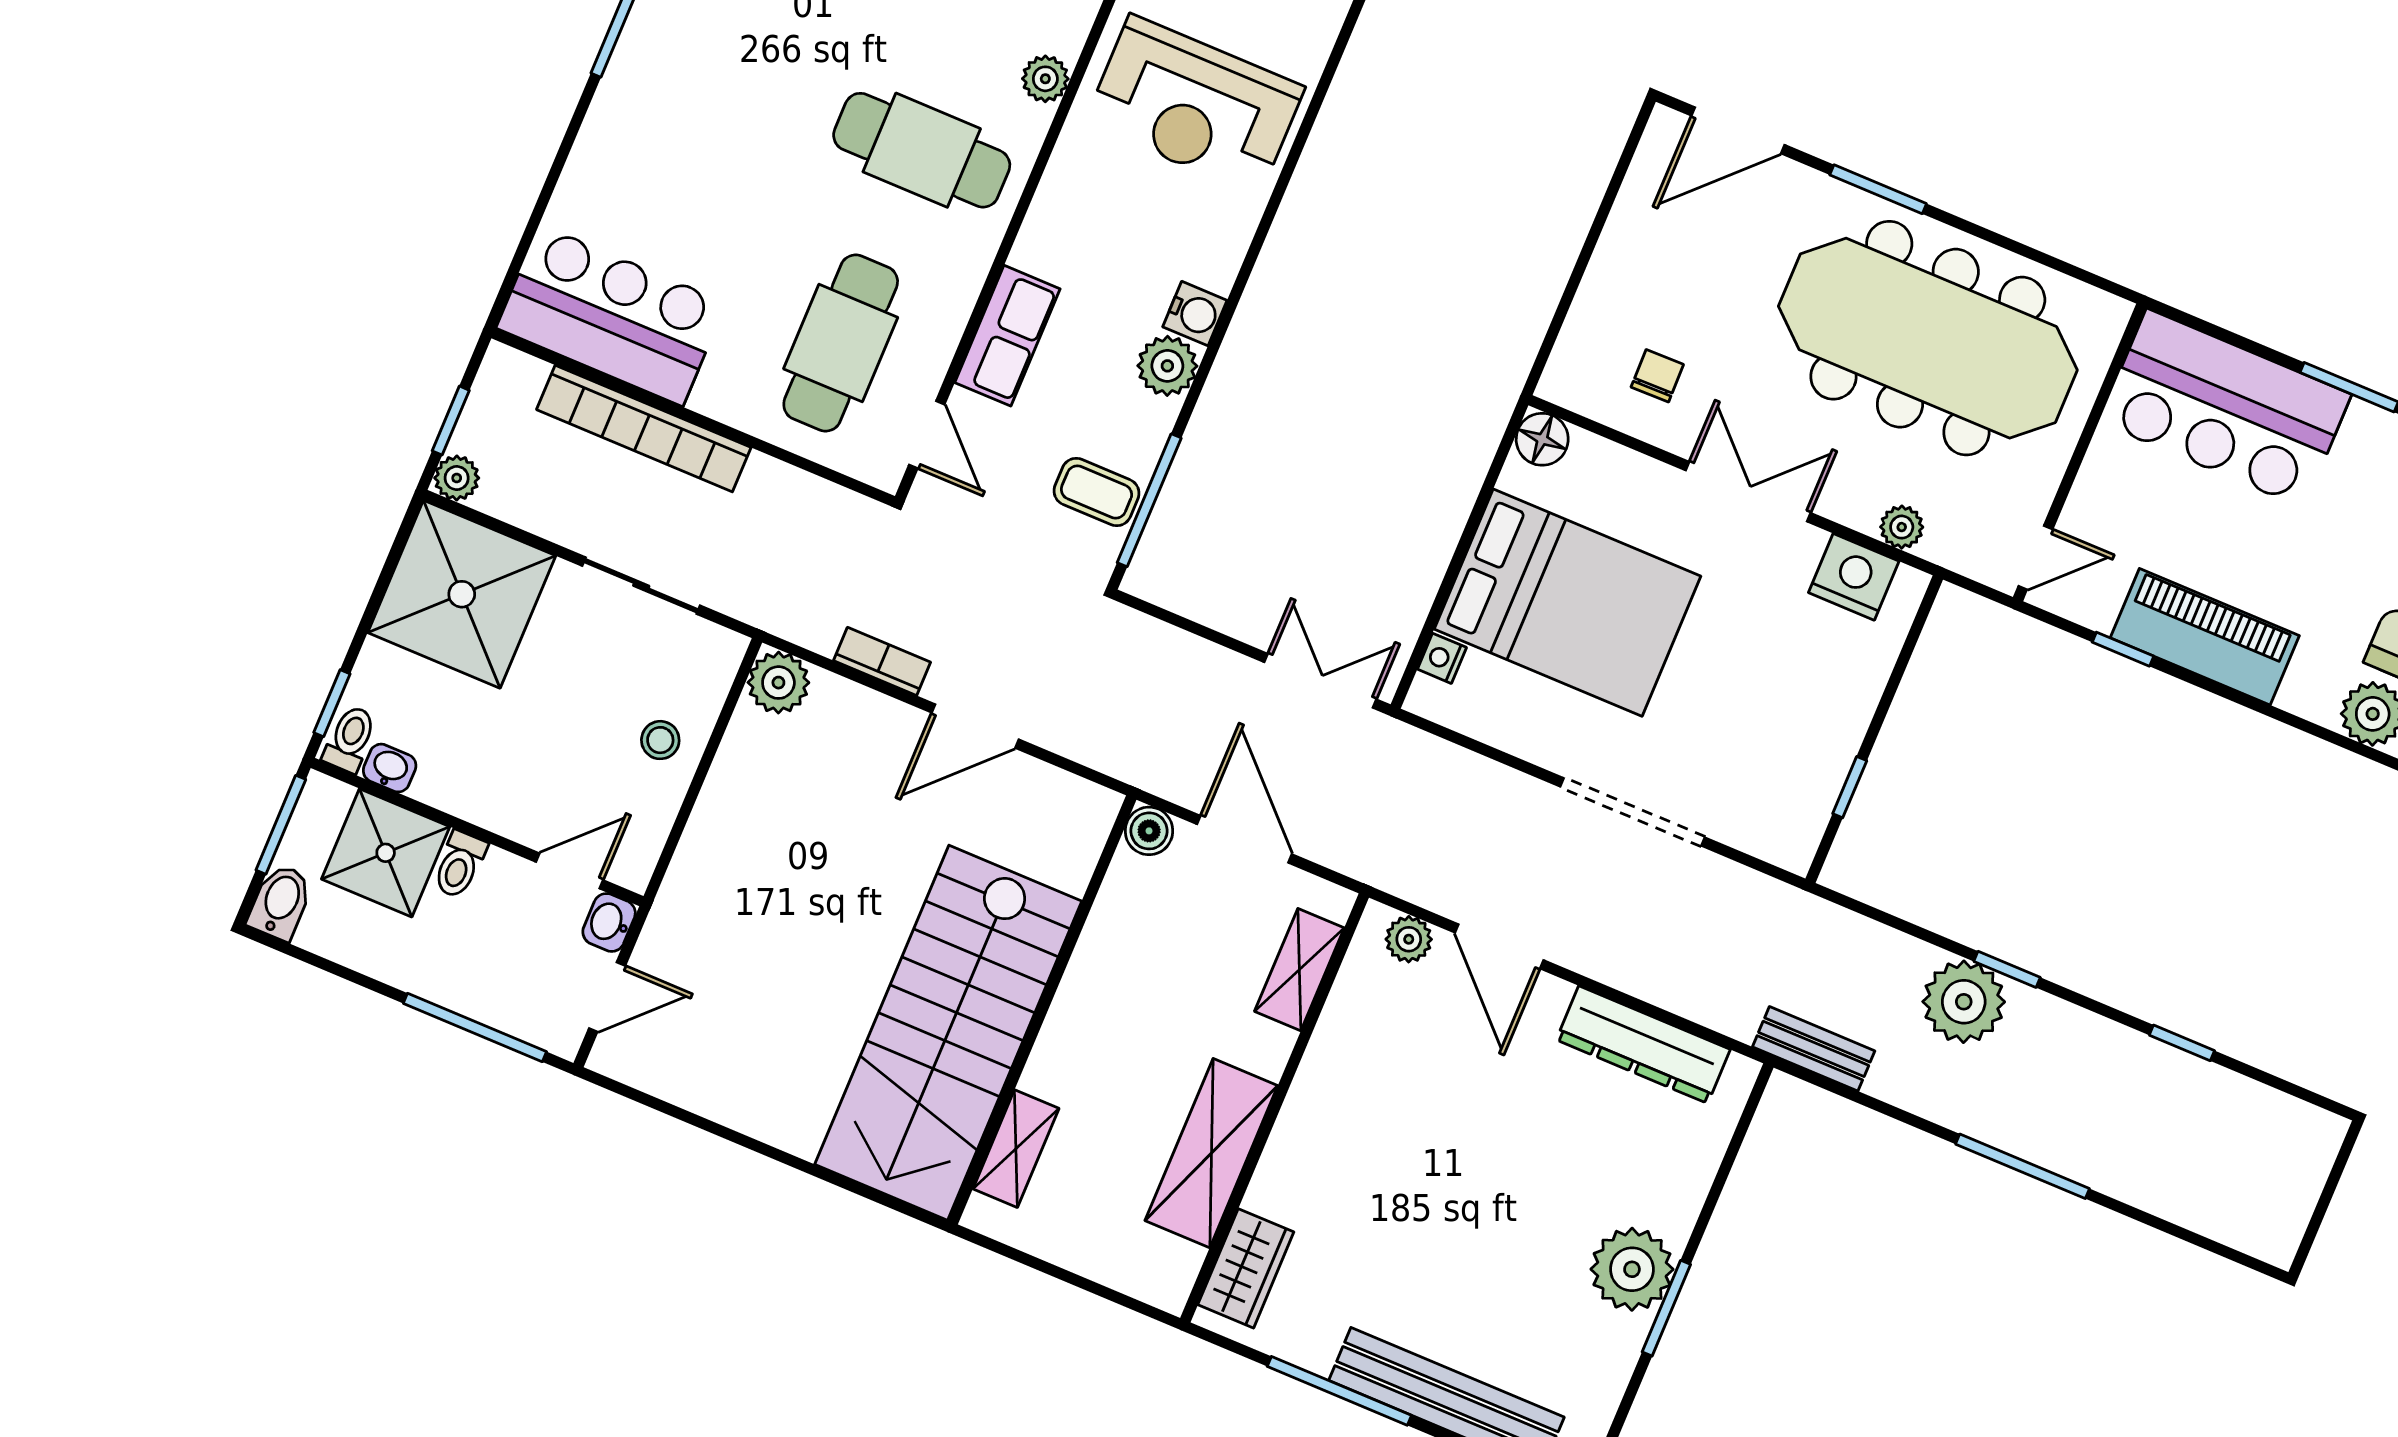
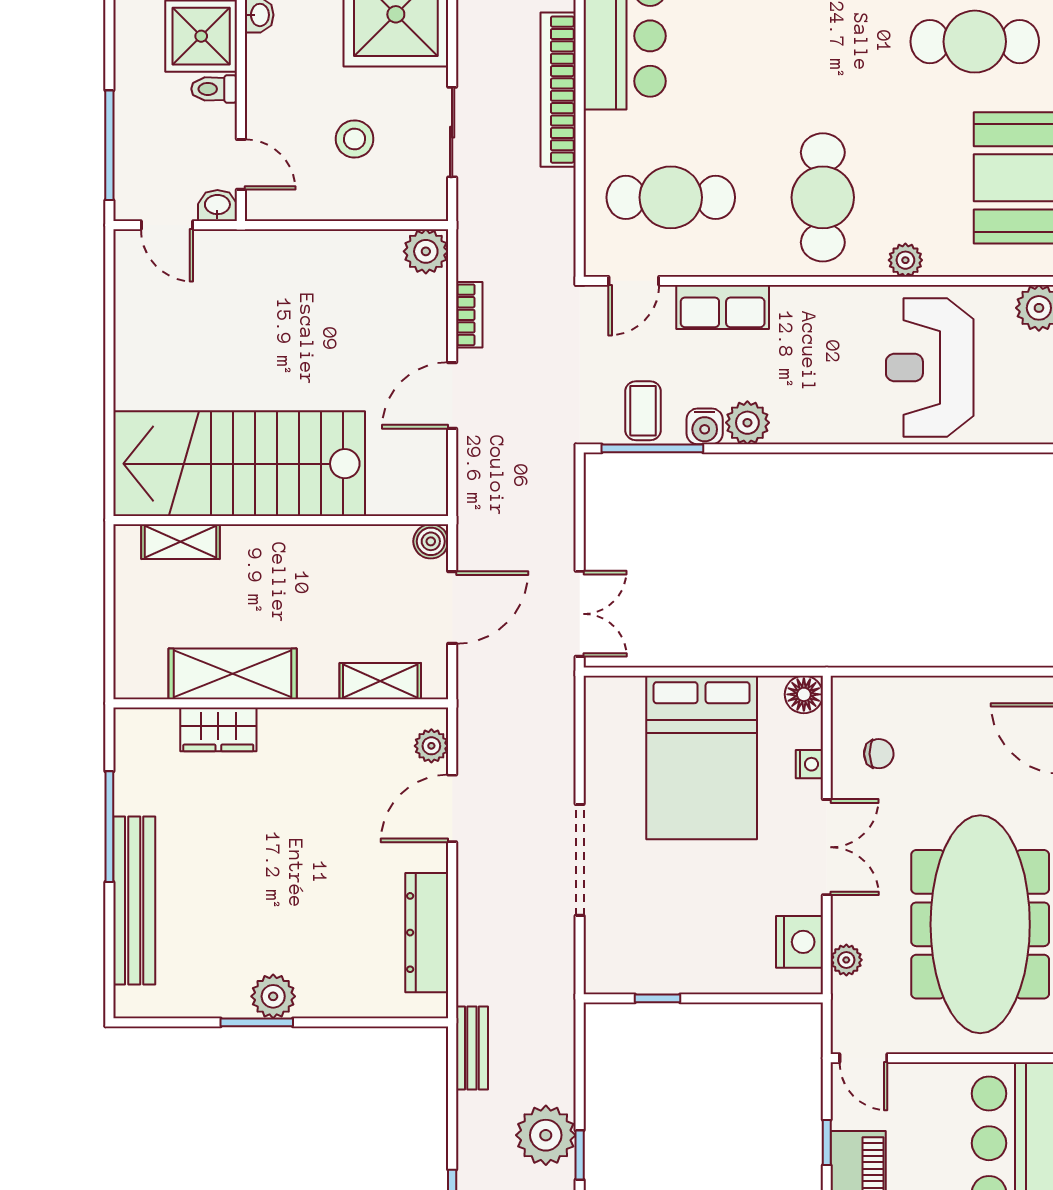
water cooler: (1195, 314) -> (705, 426), moved
nightstand: (1442, 658) -> (809, 764), moved, turned 90
door: (975, 726) -> (452, 395), hinge flipped
stool: (660, 740) -> (355, 139), moved, width x1.37, depth x1.37
wardrobe: (1246, 1268) -> (218, 729), moved
plant: (1632, 1269) -> (273, 996), width x0.73, depth x0.73

